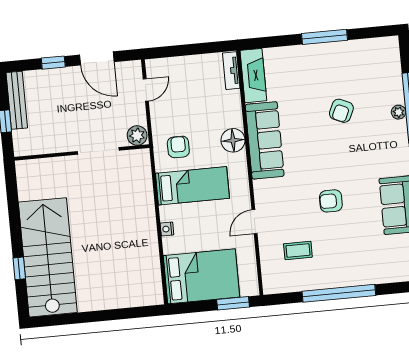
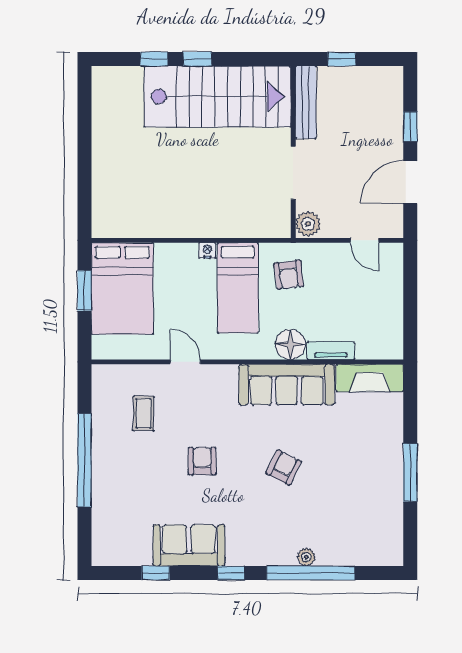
tv unit: (231, 71) -> (331, 351), moved
bench: (17, 100) -> (306, 102), moved, turned 90
armchair: (341, 111) -> (284, 467), moved, turned 93
armchair: (178, 147) -> (289, 275), turned 83
nightstand: (167, 229) -> (207, 250), moved
window: (16, 235) -> (197, 59), added
stairs: (48, 257) -> (218, 96), moved
window: (233, 303) -> (84, 291), moved

